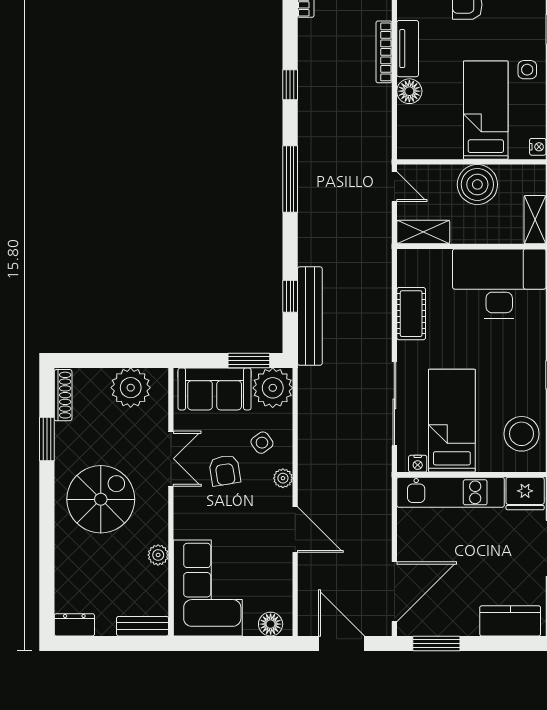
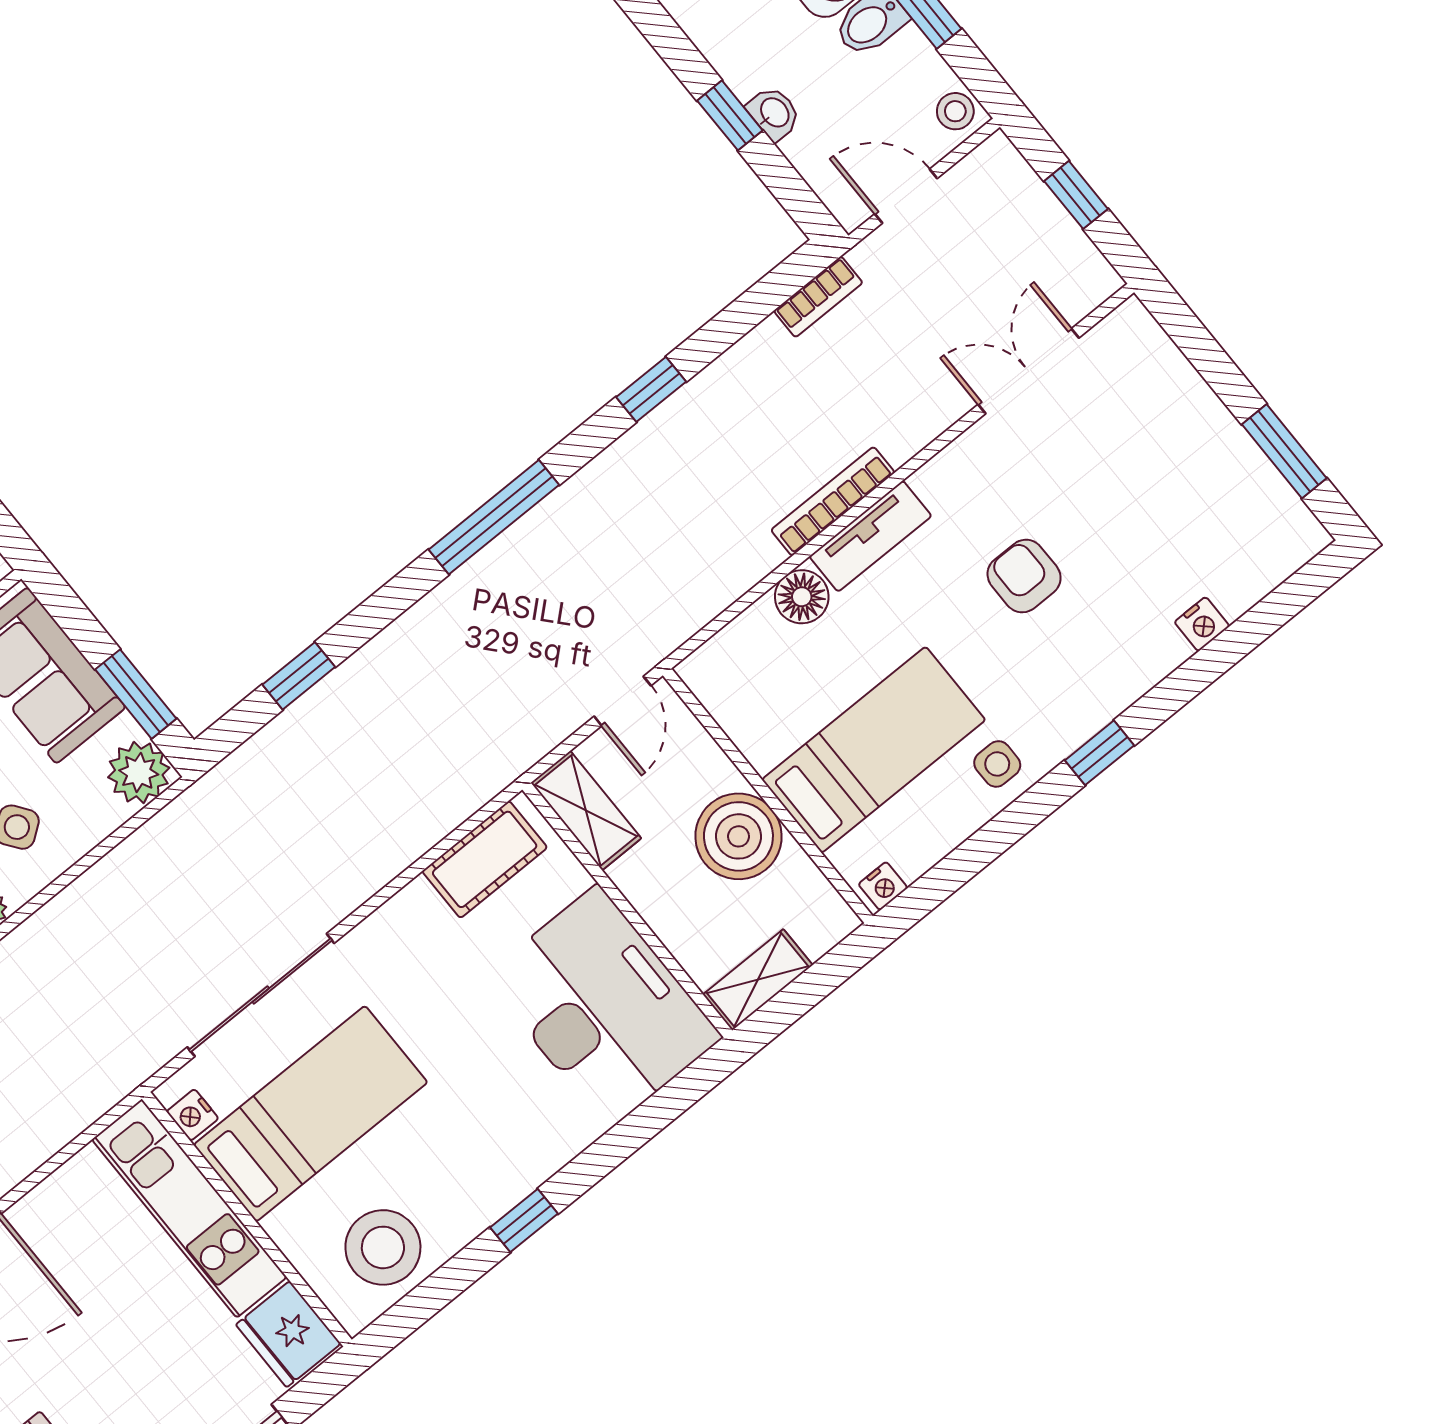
cot: (411, 314) -> (485, 859), moved
bench: (310, 316) -> (293, 735), removed
plant: (273, 388) -> (139, 772), width x0.73, depth x0.73

